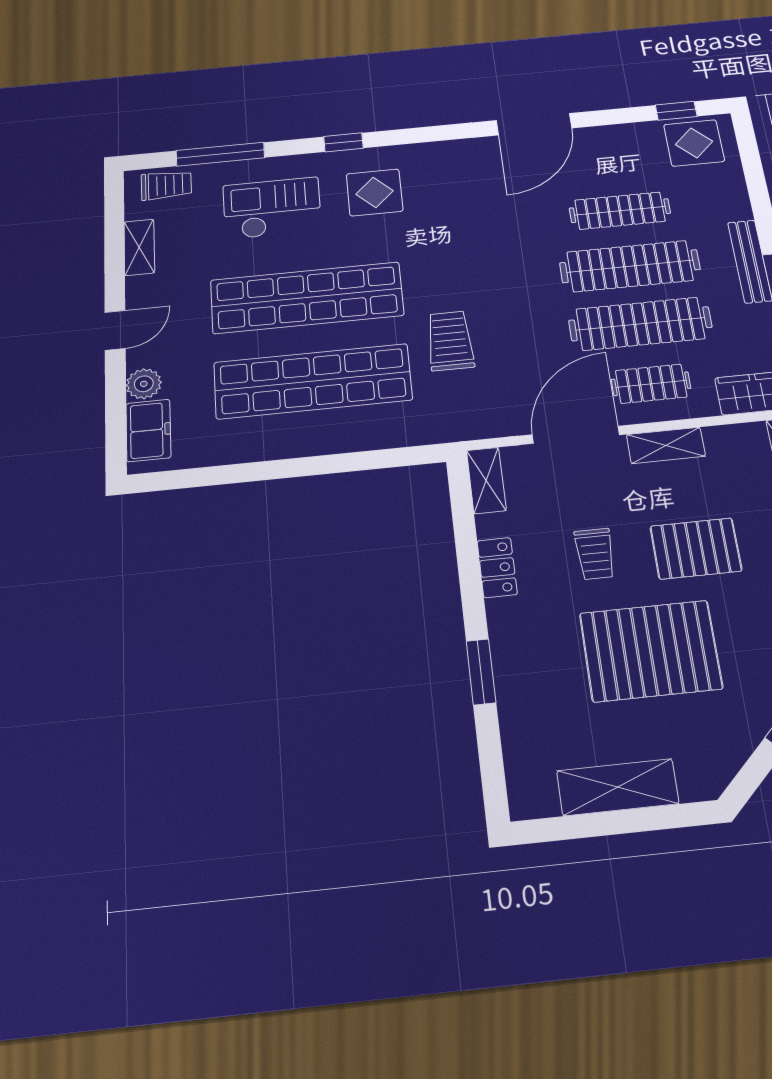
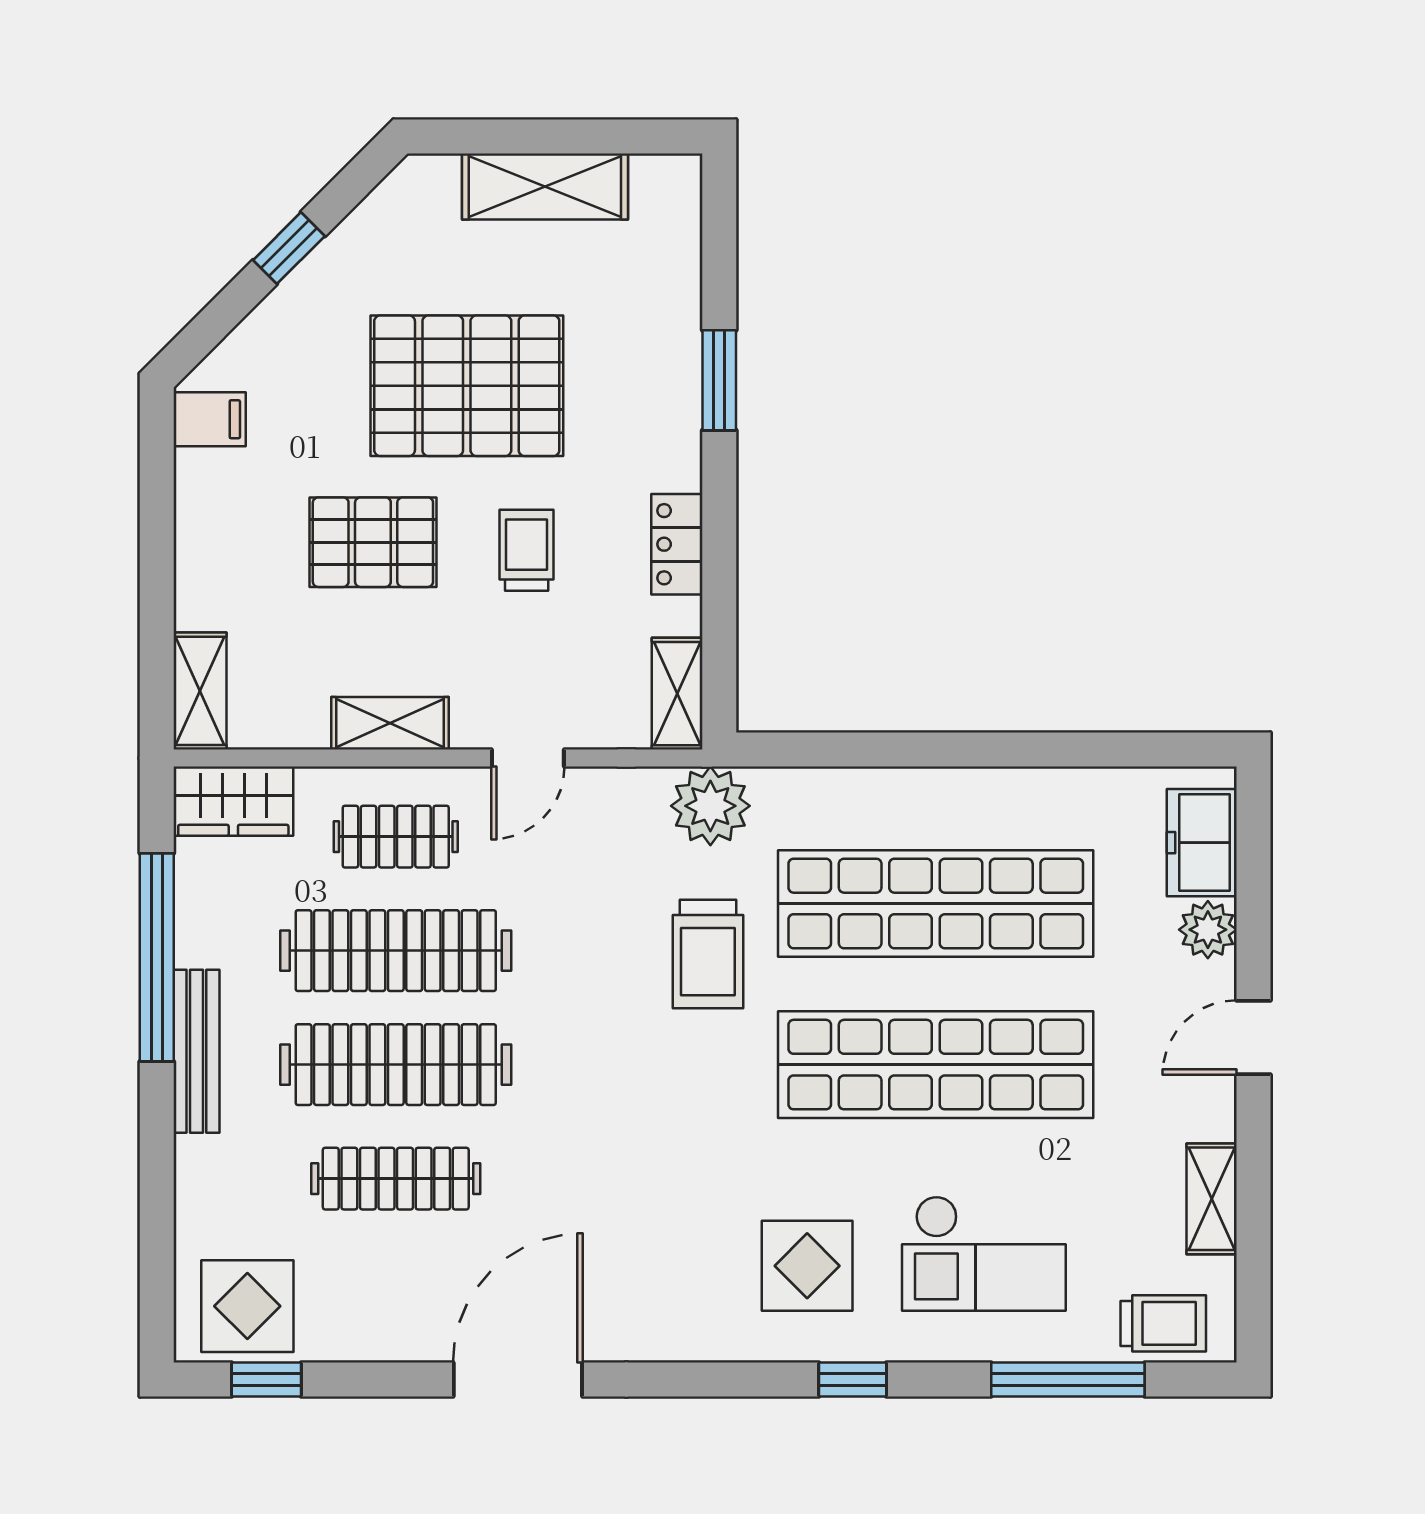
trolley: (166, 185) -> (1163, 1323), turned 180
plant: (458, 420) -> (710, 806), added
door: (576, 435) -> (528, 758), width x0.53

